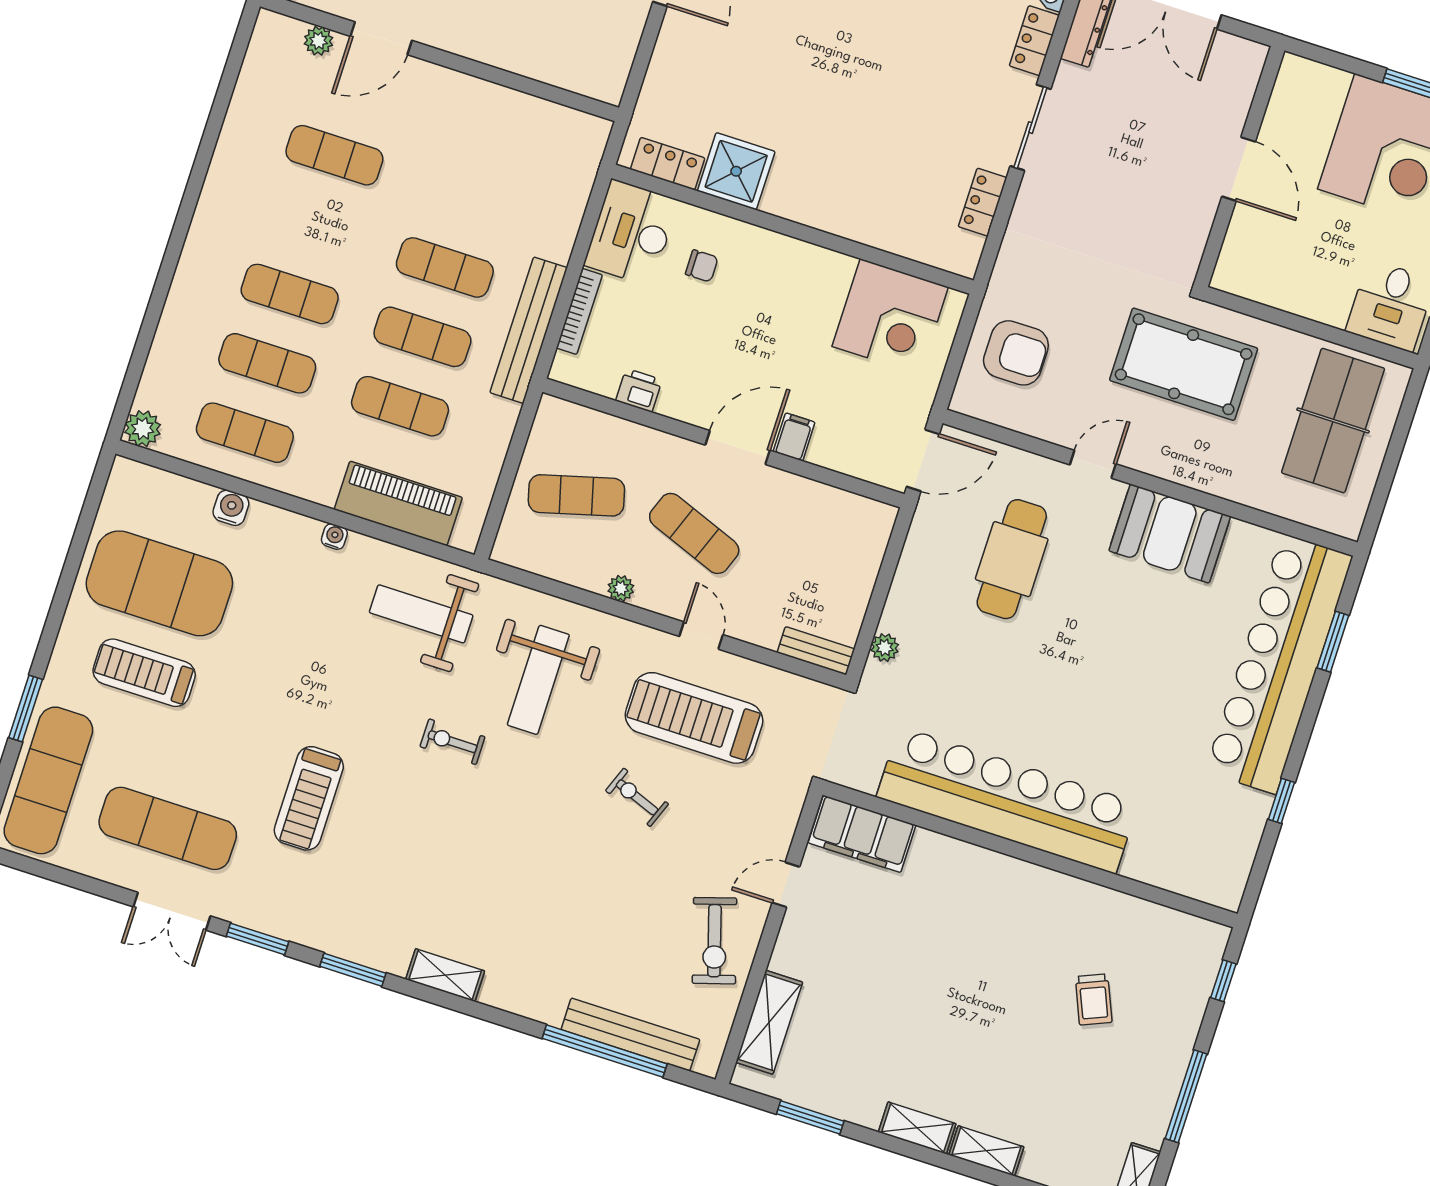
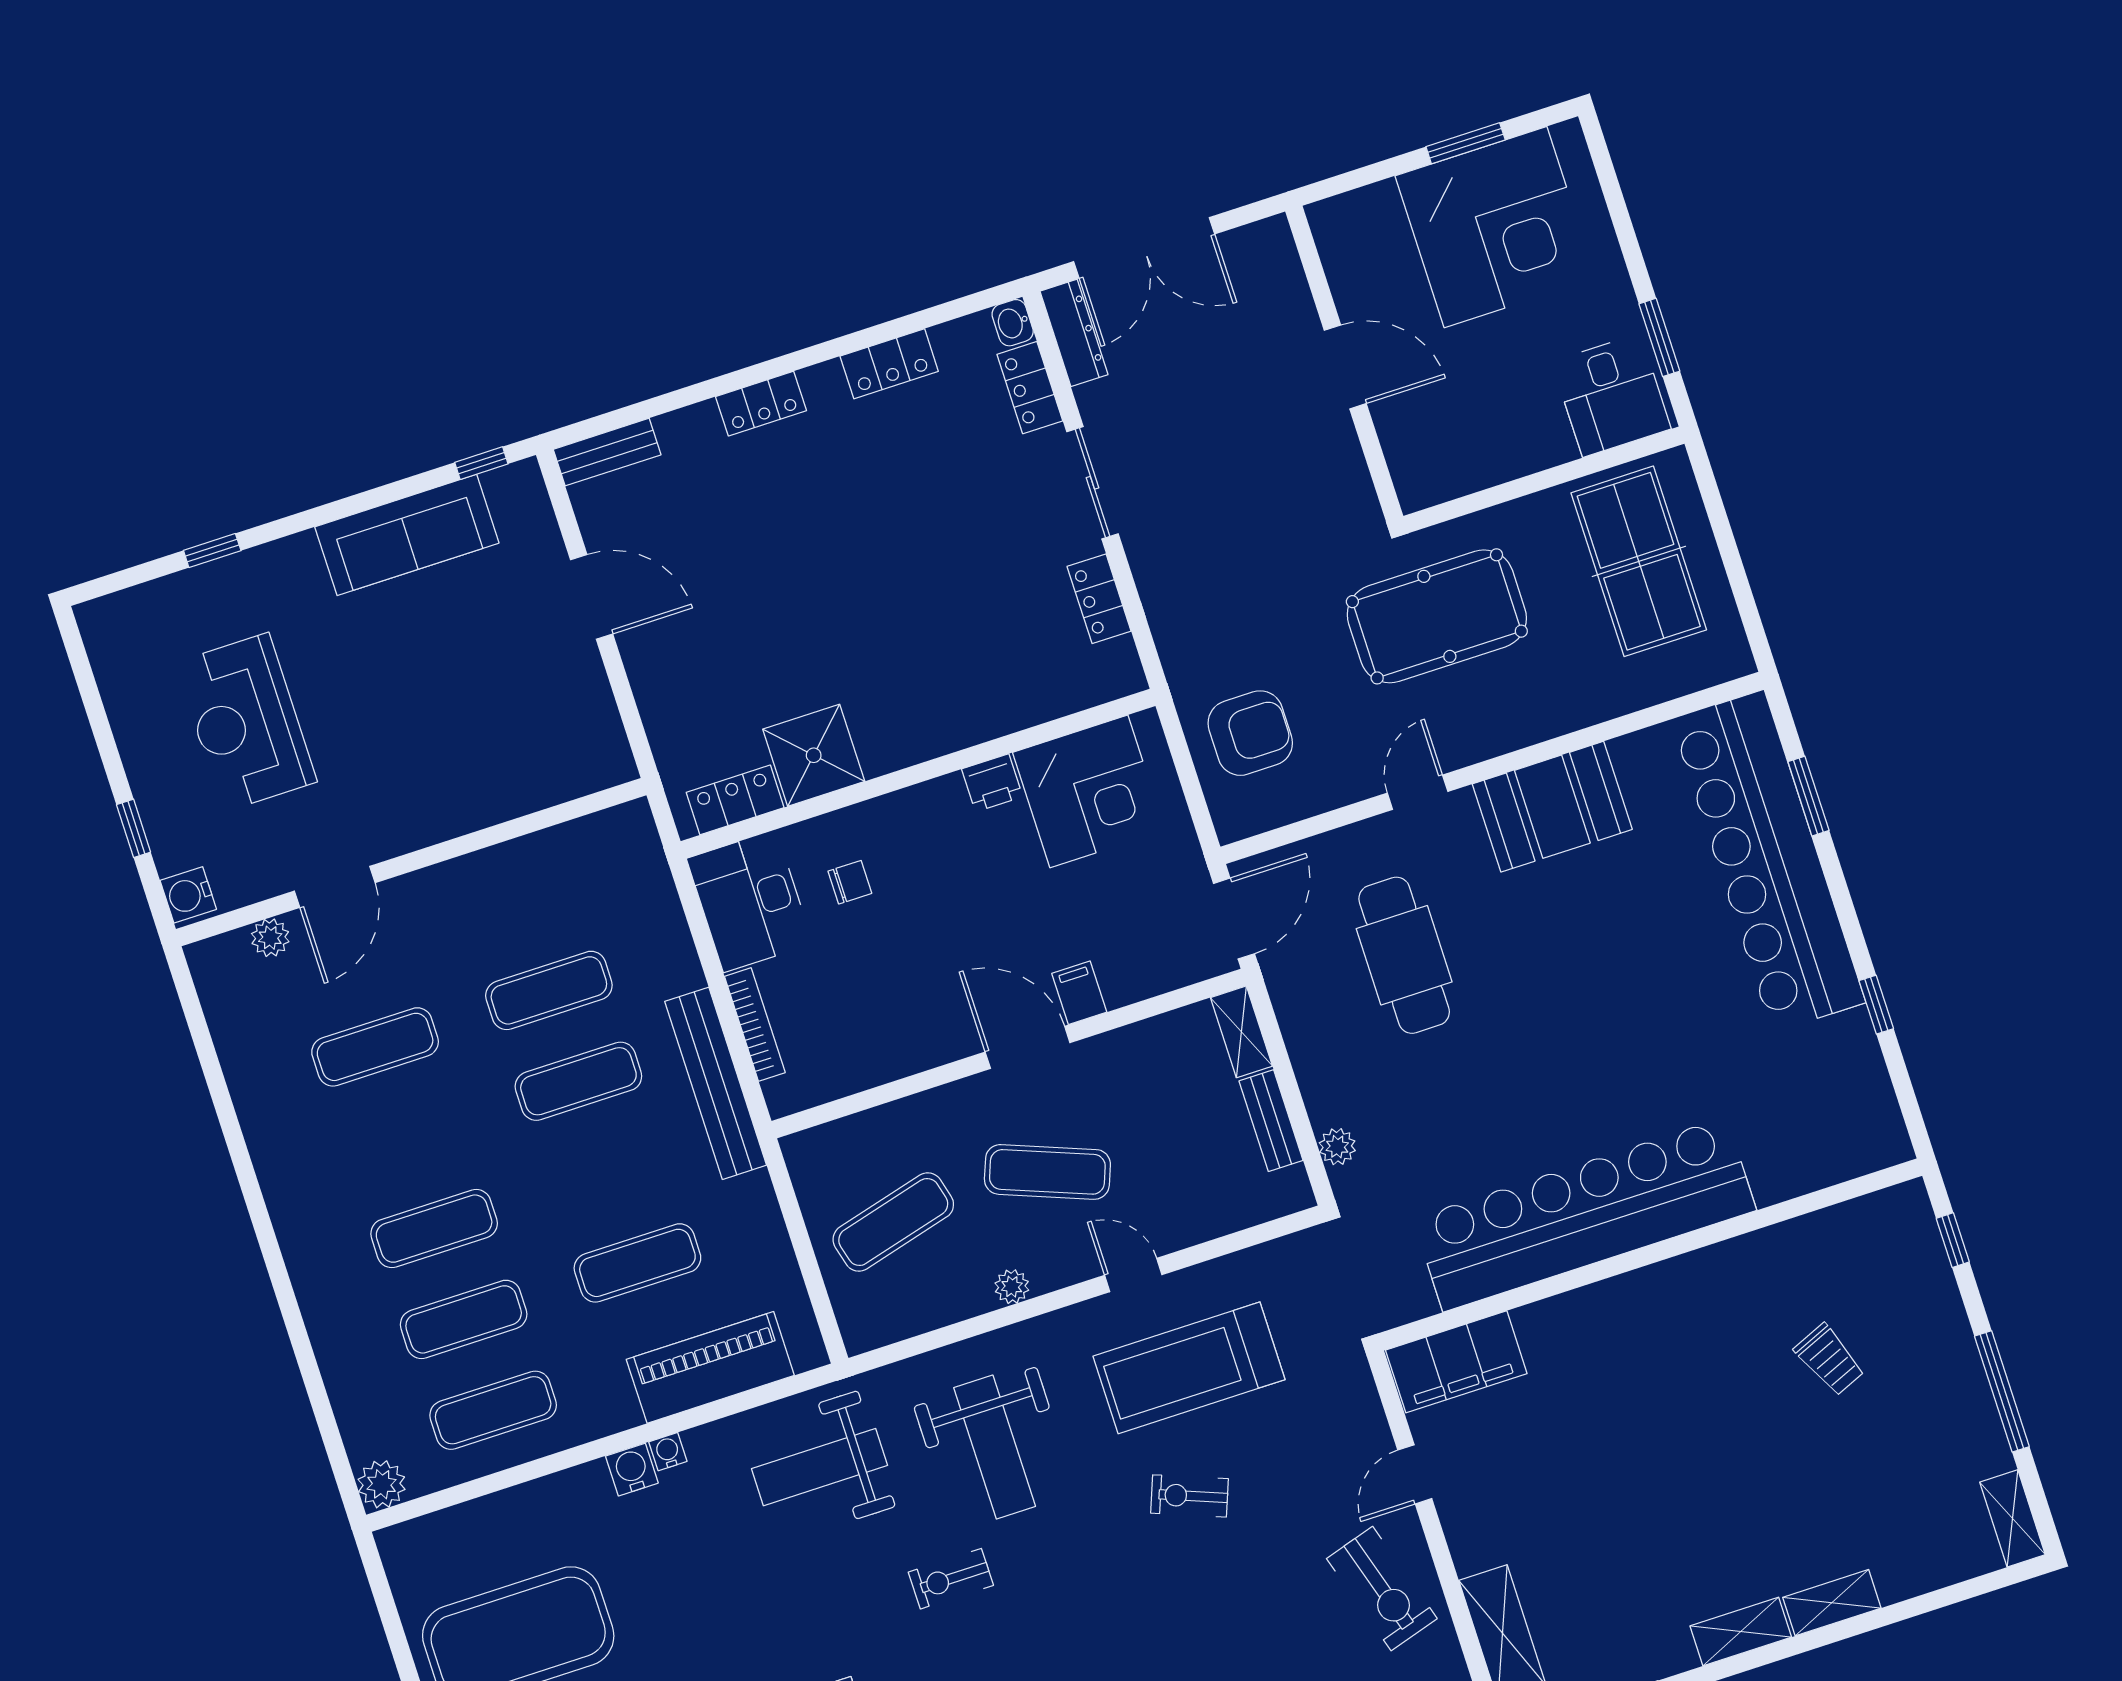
exercise mat: (422, 337) -> (549, 990), moved
printer: (639, 390) -> (992, 783), moved, turned 180
door: (738, 448) -> (1028, 1047), hinge flipped
water cooler: (231, 508) -> (632, 1470), moved
shelving: (877, 534) -> (1241, 1032), added
bench: (816, 651) -> (1271, 1121), moved, turned 90

